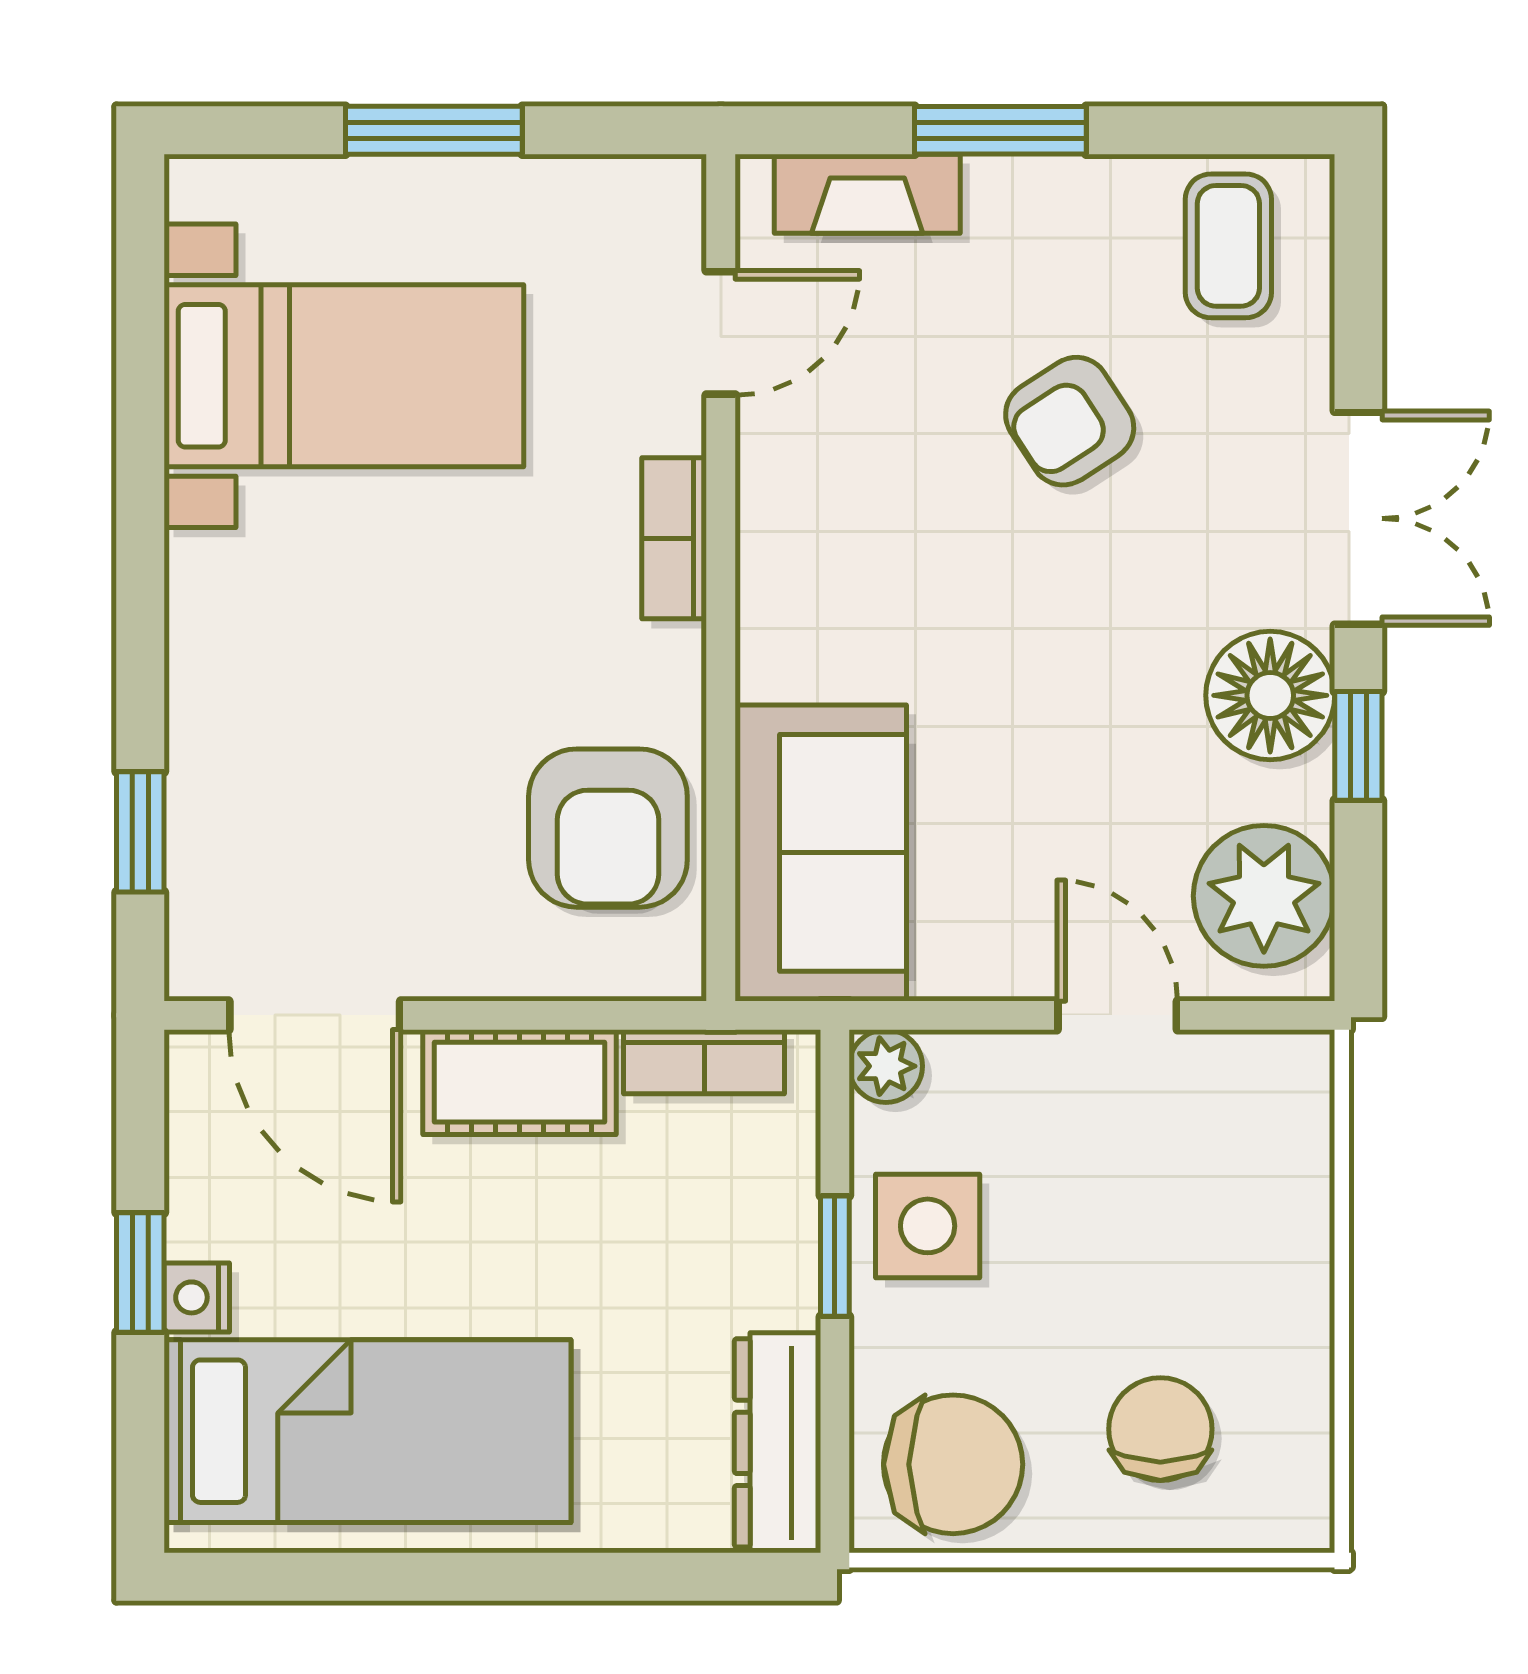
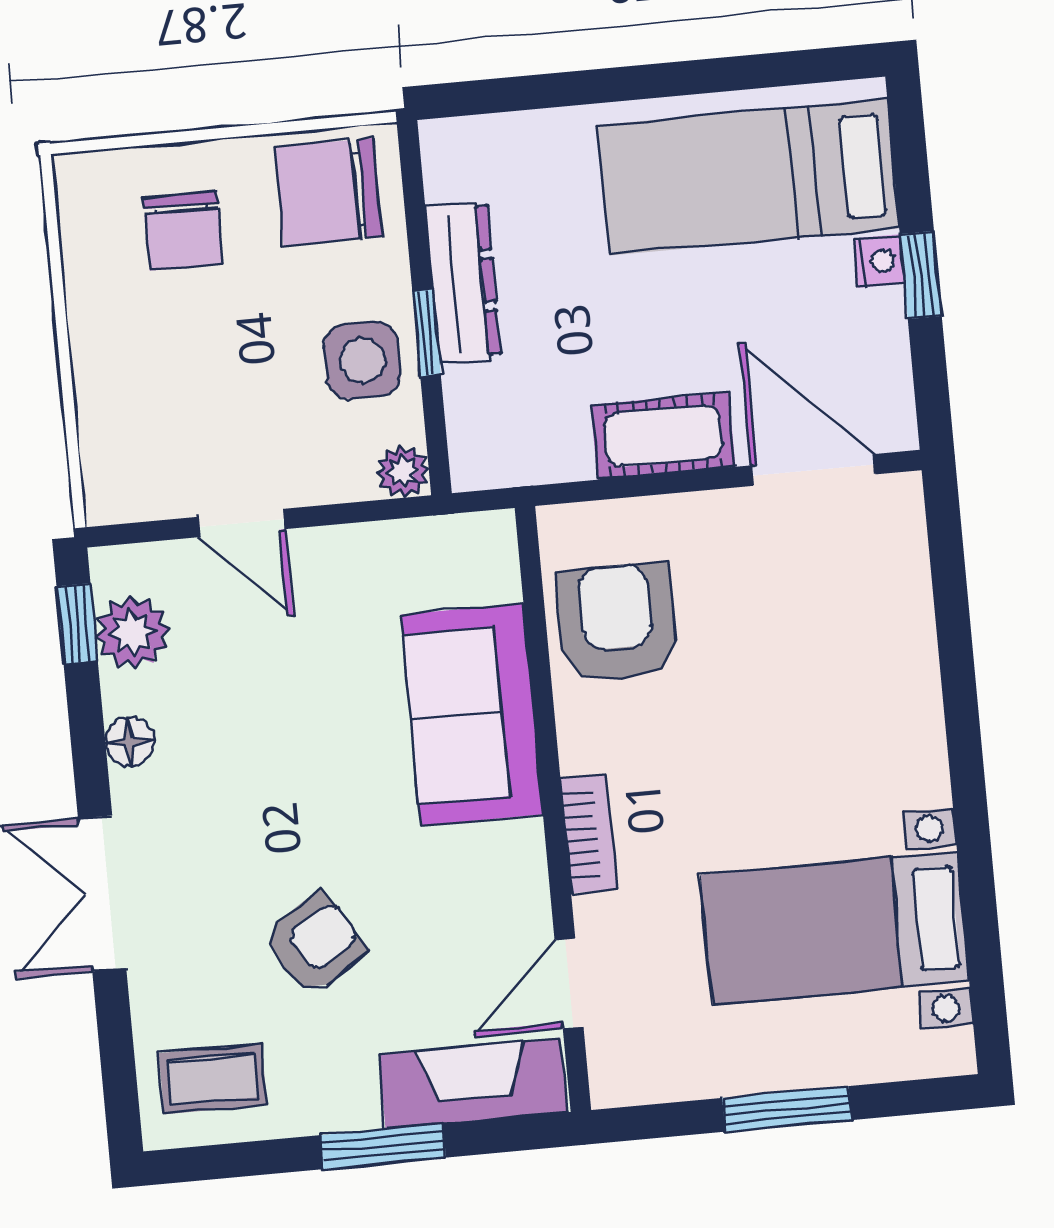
fireplace: (867, 194) -> (473, 1083), width x1.37, depth x1.32
coffee table: (1228, 246) -> (213, 1079), turned 90
floor lamp: (1270, 695) -> (130, 742), width x0.53, depth x0.53
window: (1358, 746) -> (77, 623), moved
window: (140, 832) -> (950, 589), removed
sofa: (821, 853) -> (472, 714), moved
plant: (1264, 896) -> (132, 633), width x0.73, depth x0.73
bookcase: (704, 1062) -> (533, 463), removed
dresser: (778, 1443) -> (463, 282), moved

